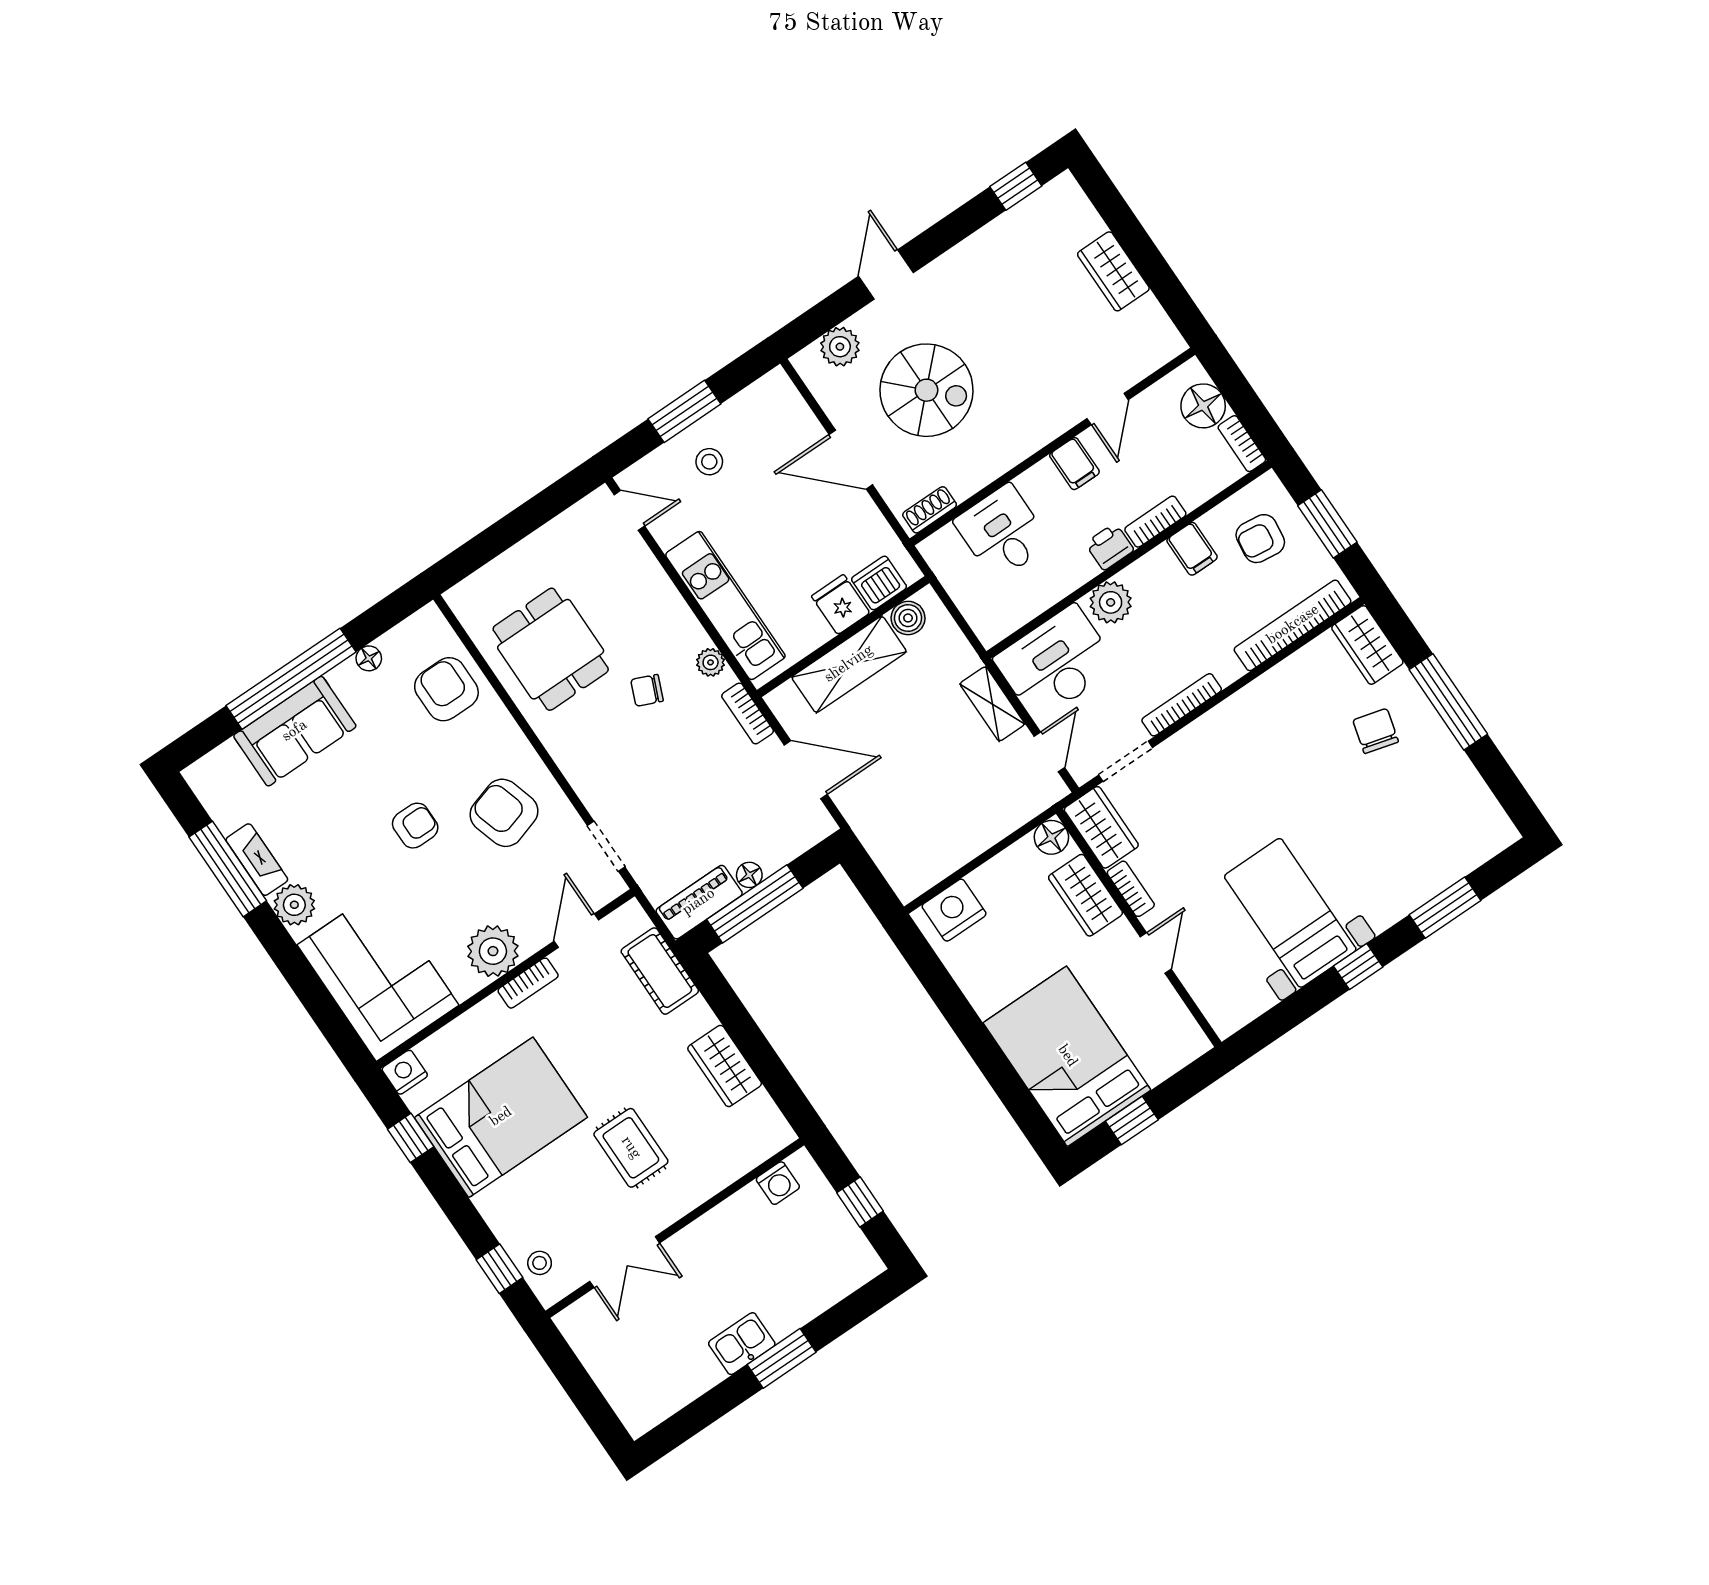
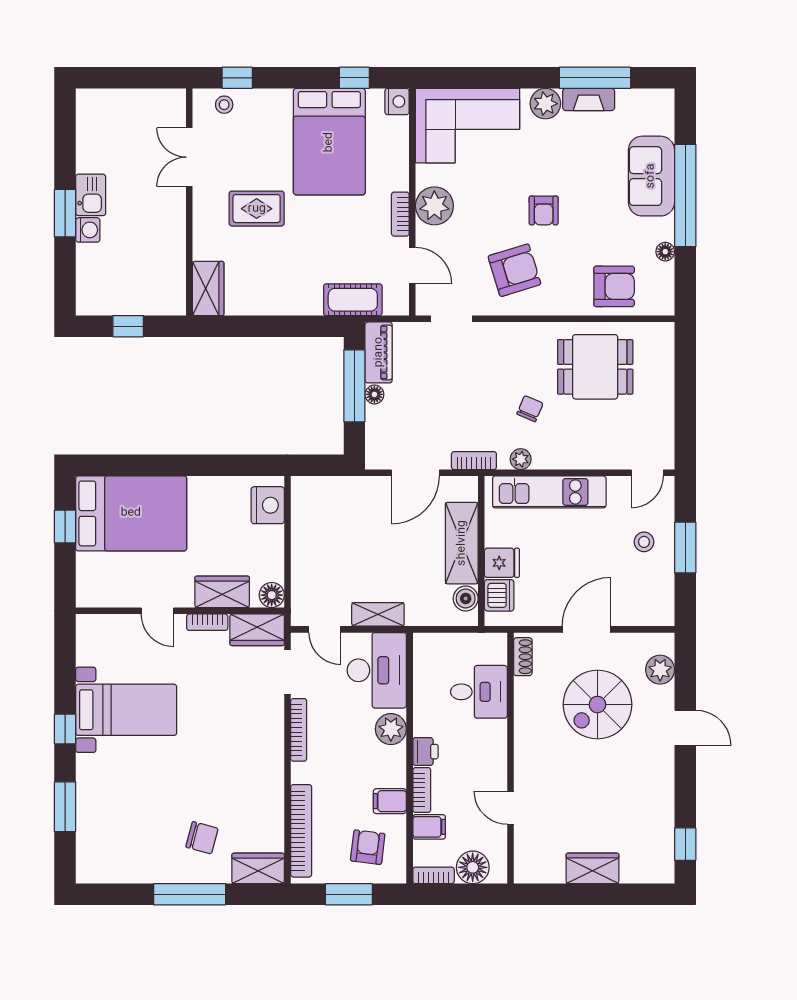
filing cabinet: (1074, 464) -> (429, 827), moved, turned 180
wardrobe: (725, 1066) -> (208, 289), moved, turned 90
washing machine: (778, 1183) -> (88, 230), moved, turned 180

